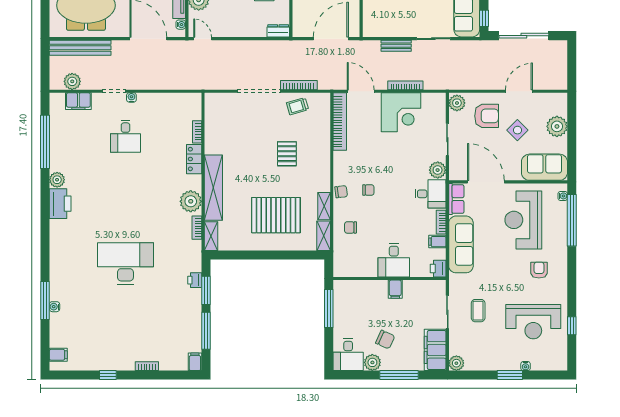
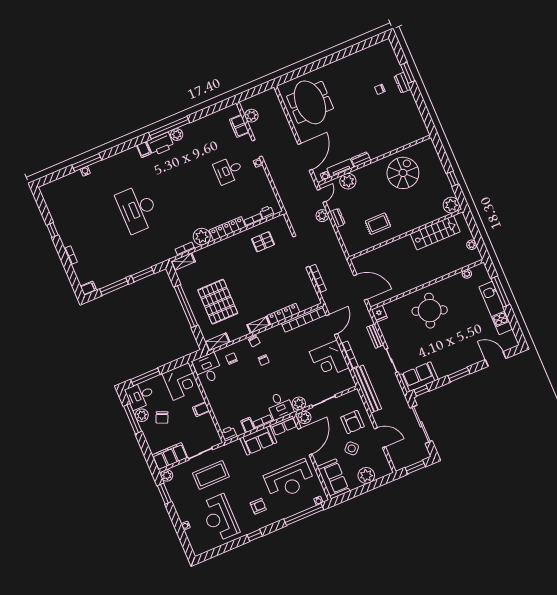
fridge: (372, 30) -> (379, 314), added
dresser: (278, 31) -> (337, 218), moved
bench: (80, 48) -> (367, 389), moved
plant: (227, 48) -> (322, 216), added
window: (572, 64) -> (415, 467), added
plant: (457, 103) -> (304, 417), moved
trolley: (298, 106) -> (302, 284), removed
window: (45, 142) -> (169, 128), moved
locker: (324, 143) -> (283, 314), added
pallet: (287, 154) -> (263, 242), moved
locker: (194, 159) -> (227, 229), width x1.53
shelving: (213, 188) -> (218, 249), removed
shelving: (324, 206) -> (259, 325), moved
reception desk: (523, 220) -> (289, 480), turned 180
sofa: (461, 244) -> (258, 440), width x0.73
window: (265, 255) -> (186, 306), added
desk: (394, 260) -> (208, 368), moved, turned 90
desk: (125, 264) -> (138, 209), turned 180
printer: (195, 280) -> (267, 212), moved
corner desk: (352, 299) -> (181, 381), added
window: (329, 309) -> (145, 377), moved
coffee table: (478, 311) -> (211, 475), width x1.86, depth x1.72
window: (572, 326) -> (255, 535), moved
filing cabinet: (58, 355) -> (144, 150), moved
window: (399, 375) -> (133, 419), moved
window: (510, 375) -> (164, 494), moved

